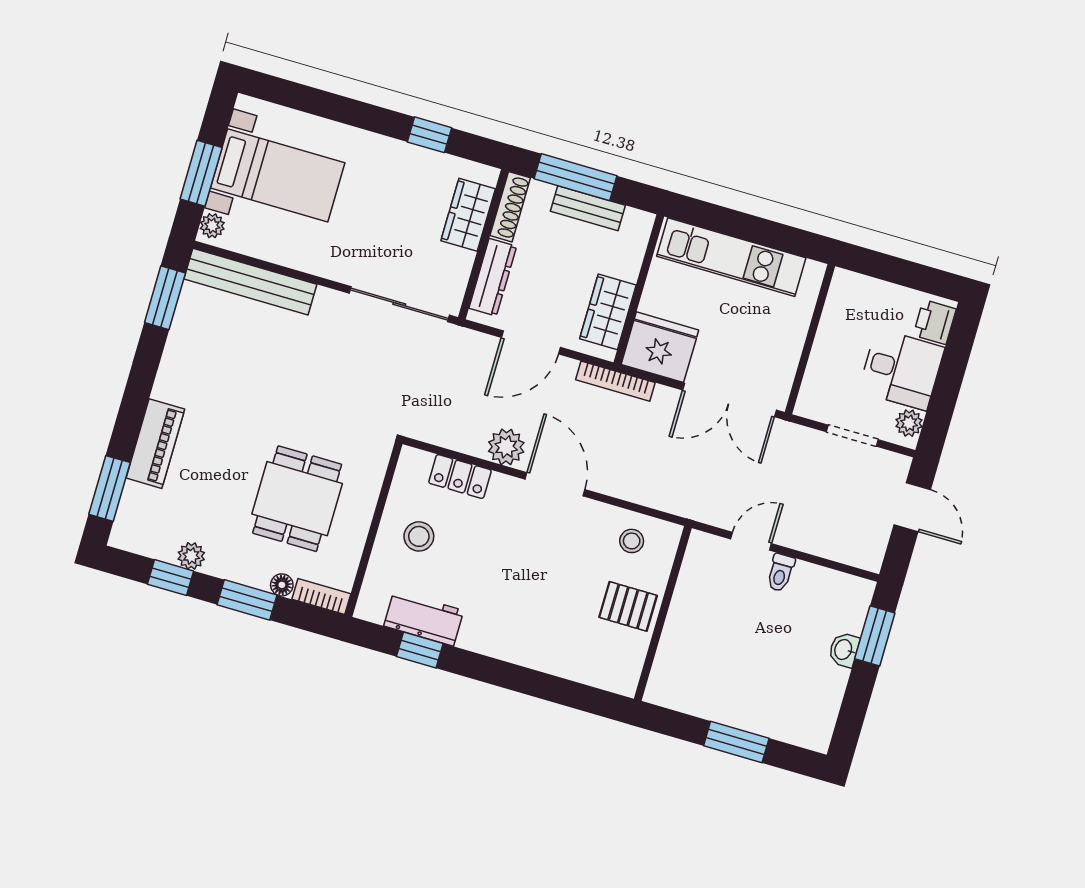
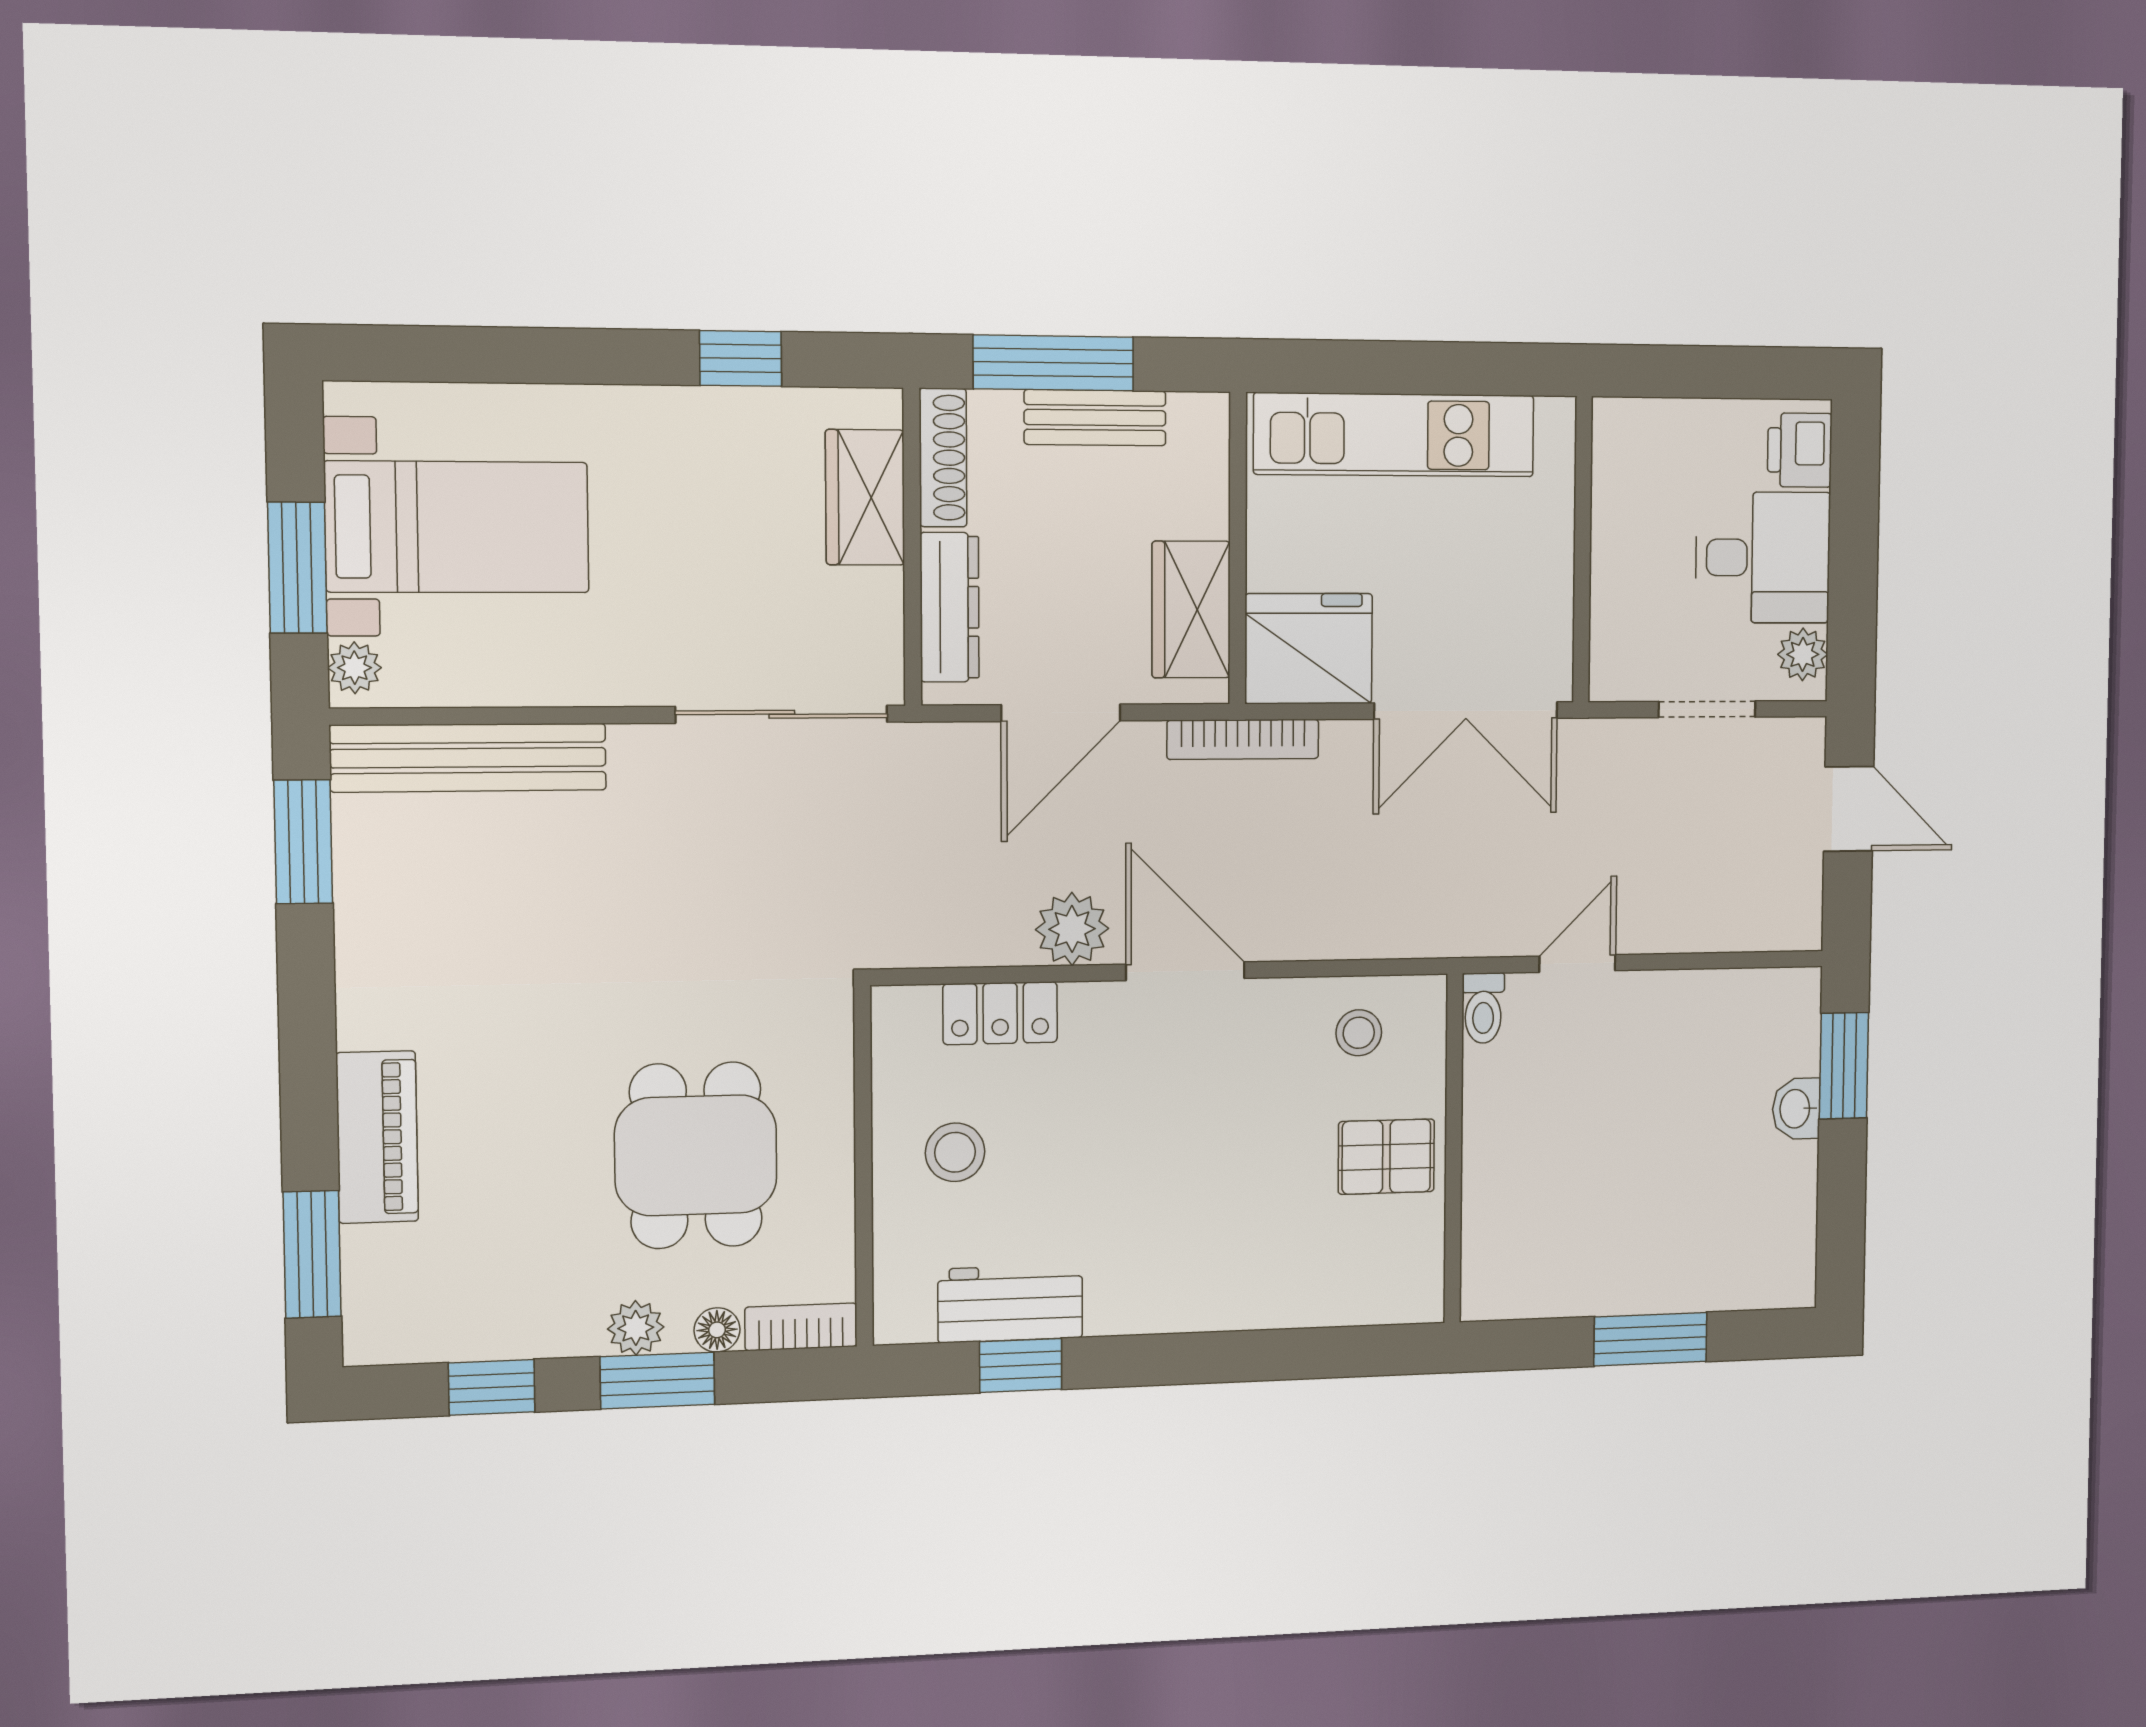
plant: (191, 556) -> (636, 1328), moved
toilet: (781, 573) -> (1483, 1008), moved

